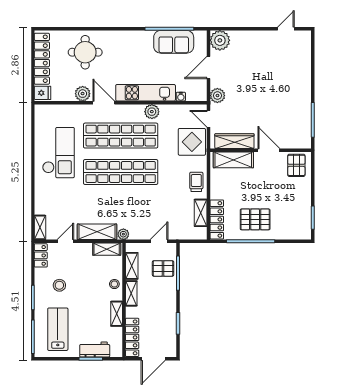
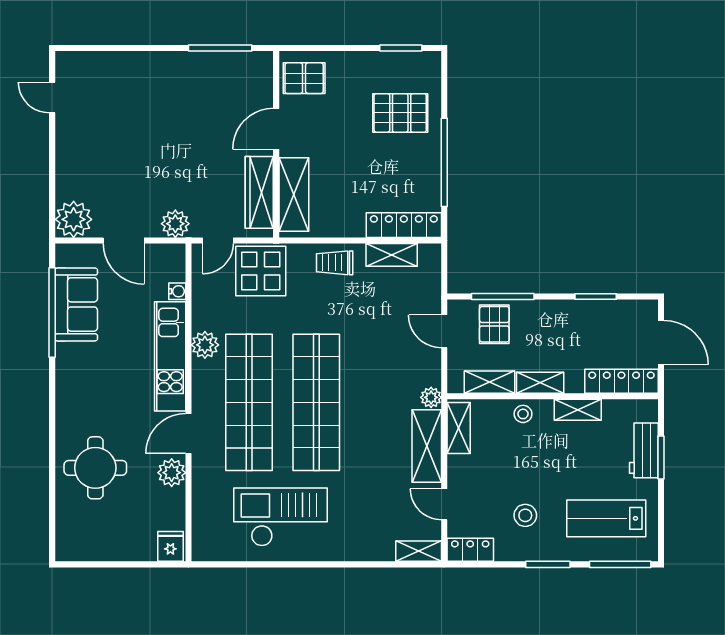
locker: (42, 59) -> (107, 548), removed
pallet: (255, 219) -> (400, 113), moved, turned 90

